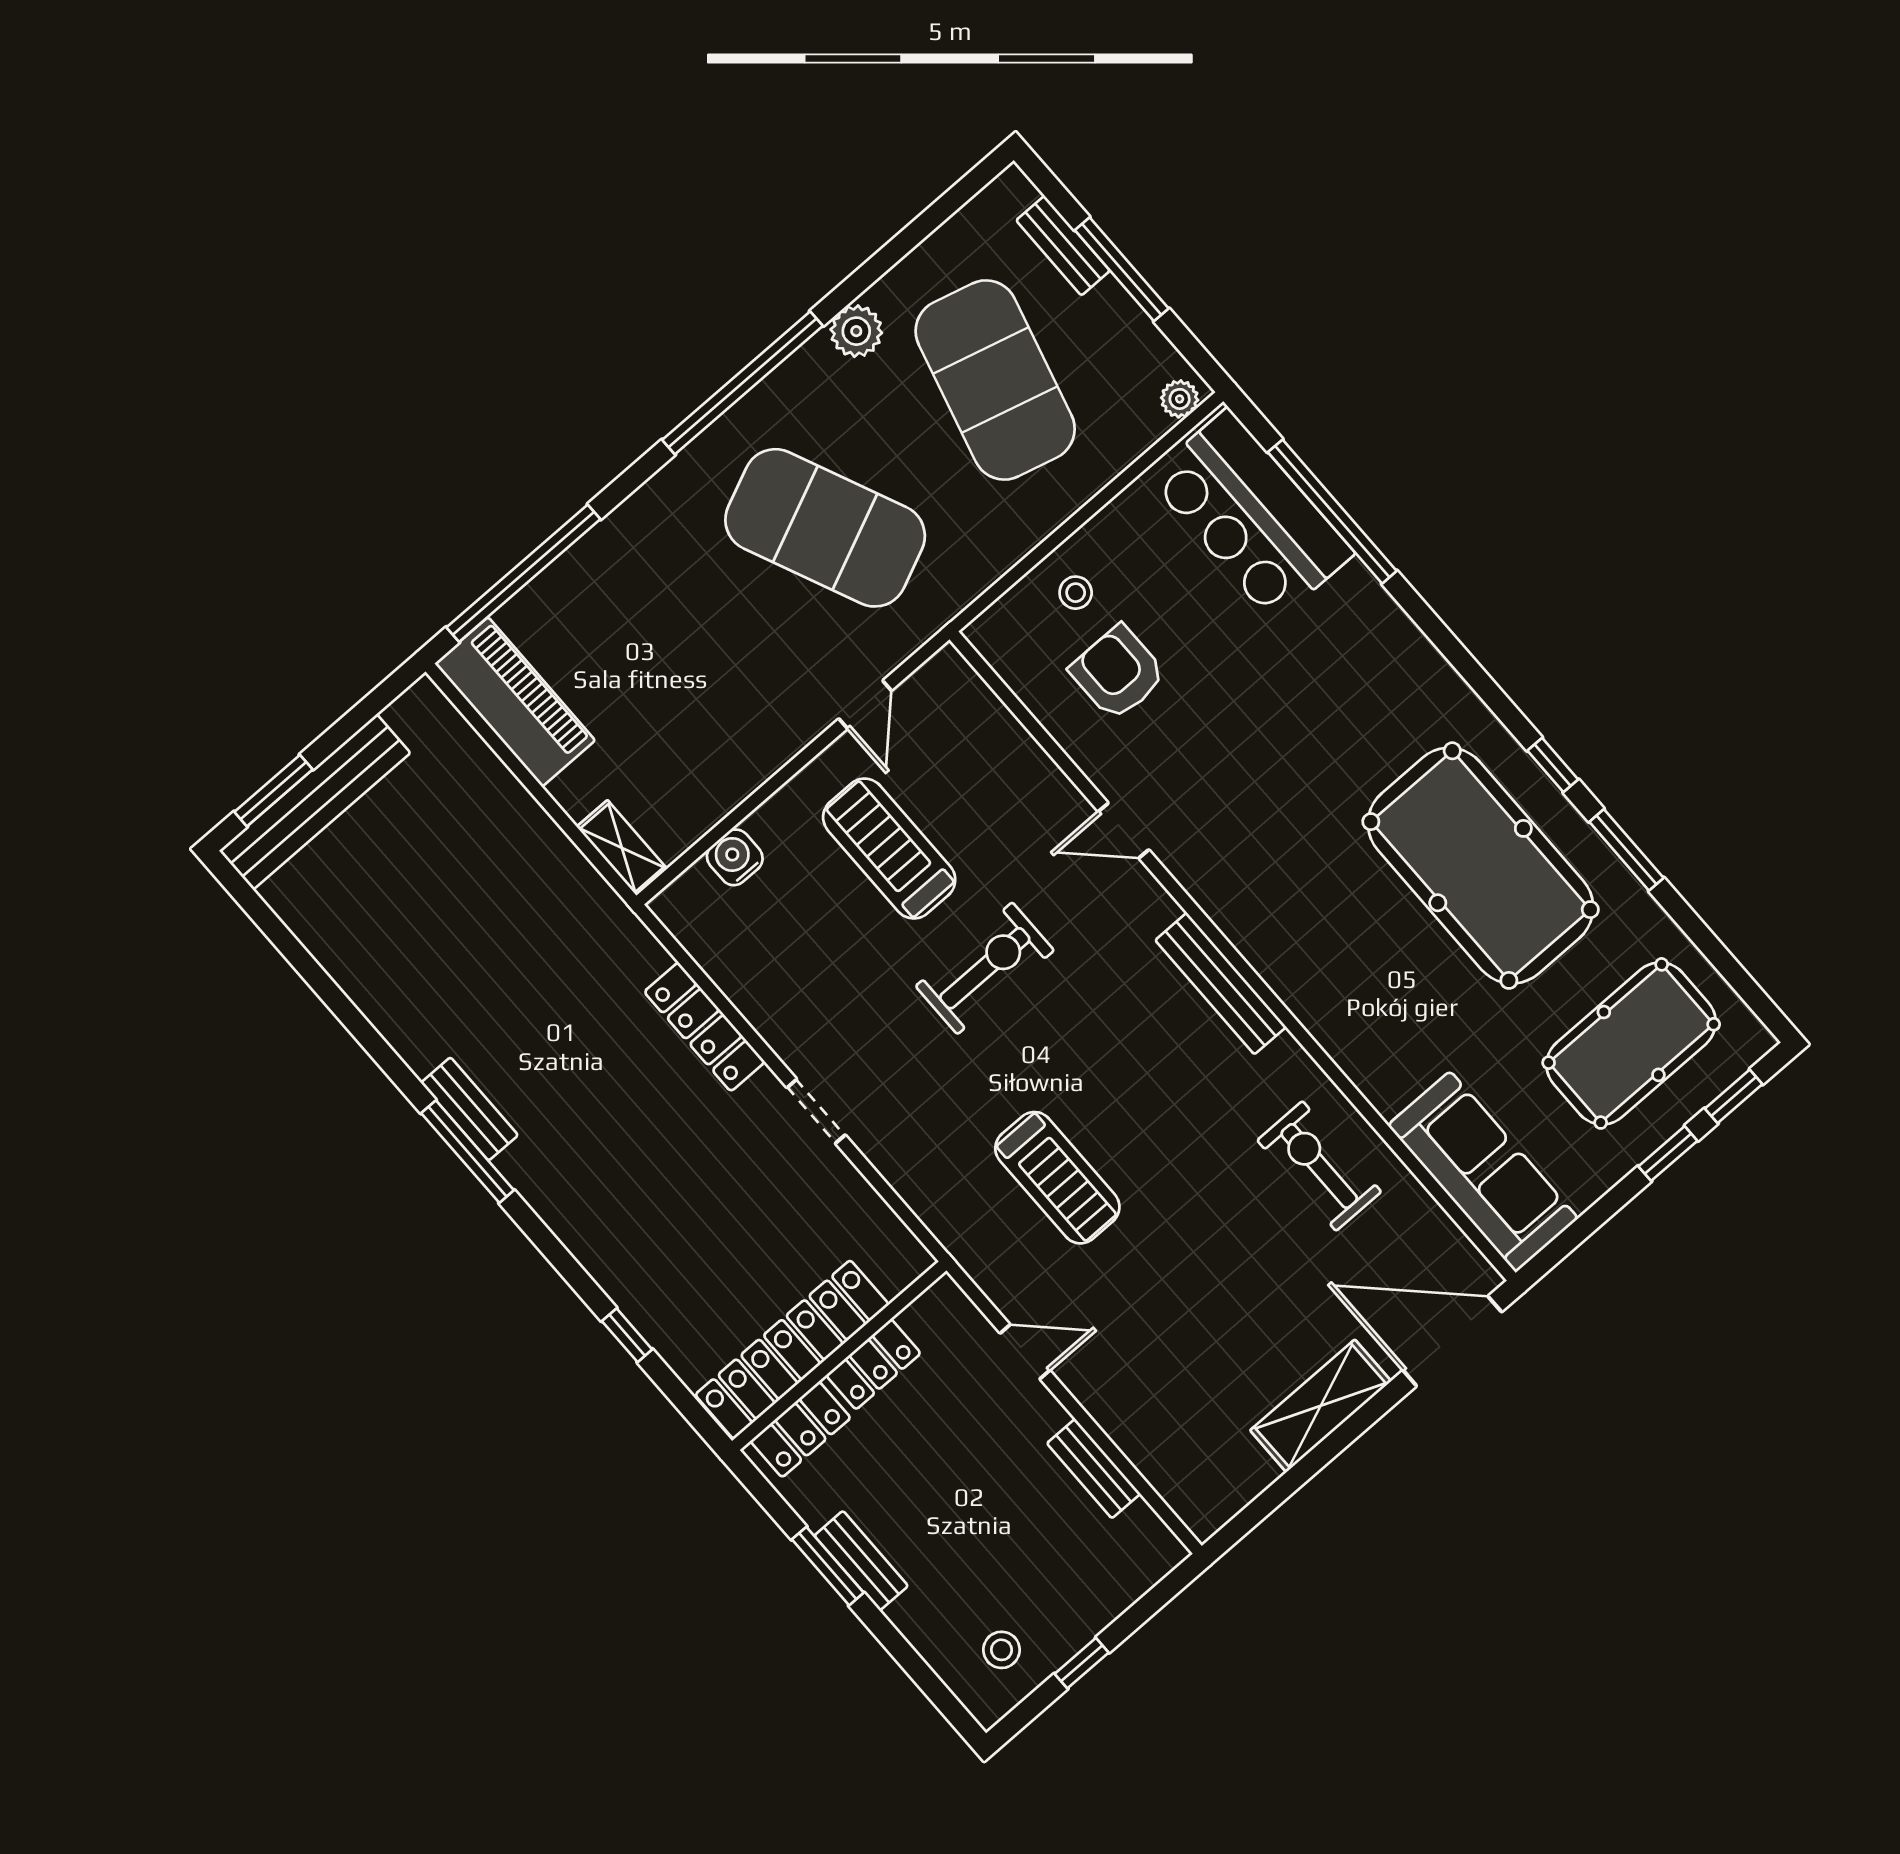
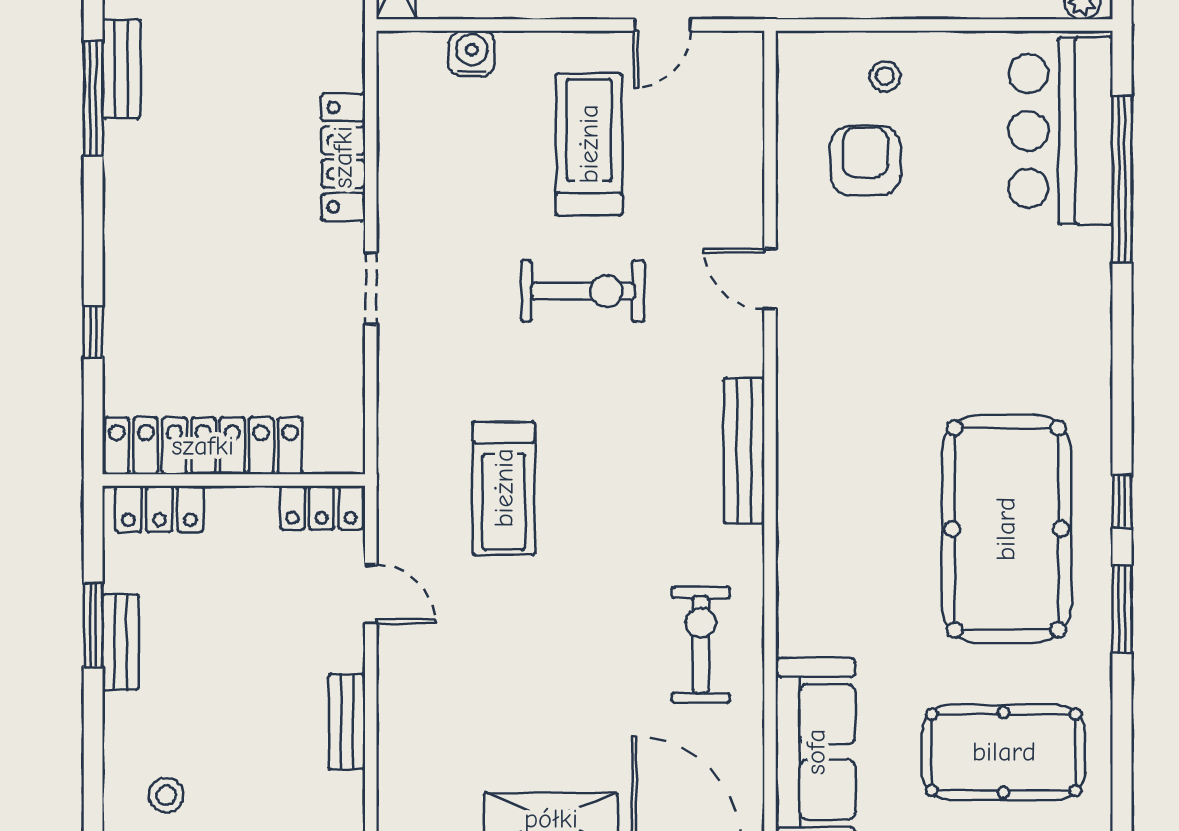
locker: (873, 1364) -> (322, 508), moved

